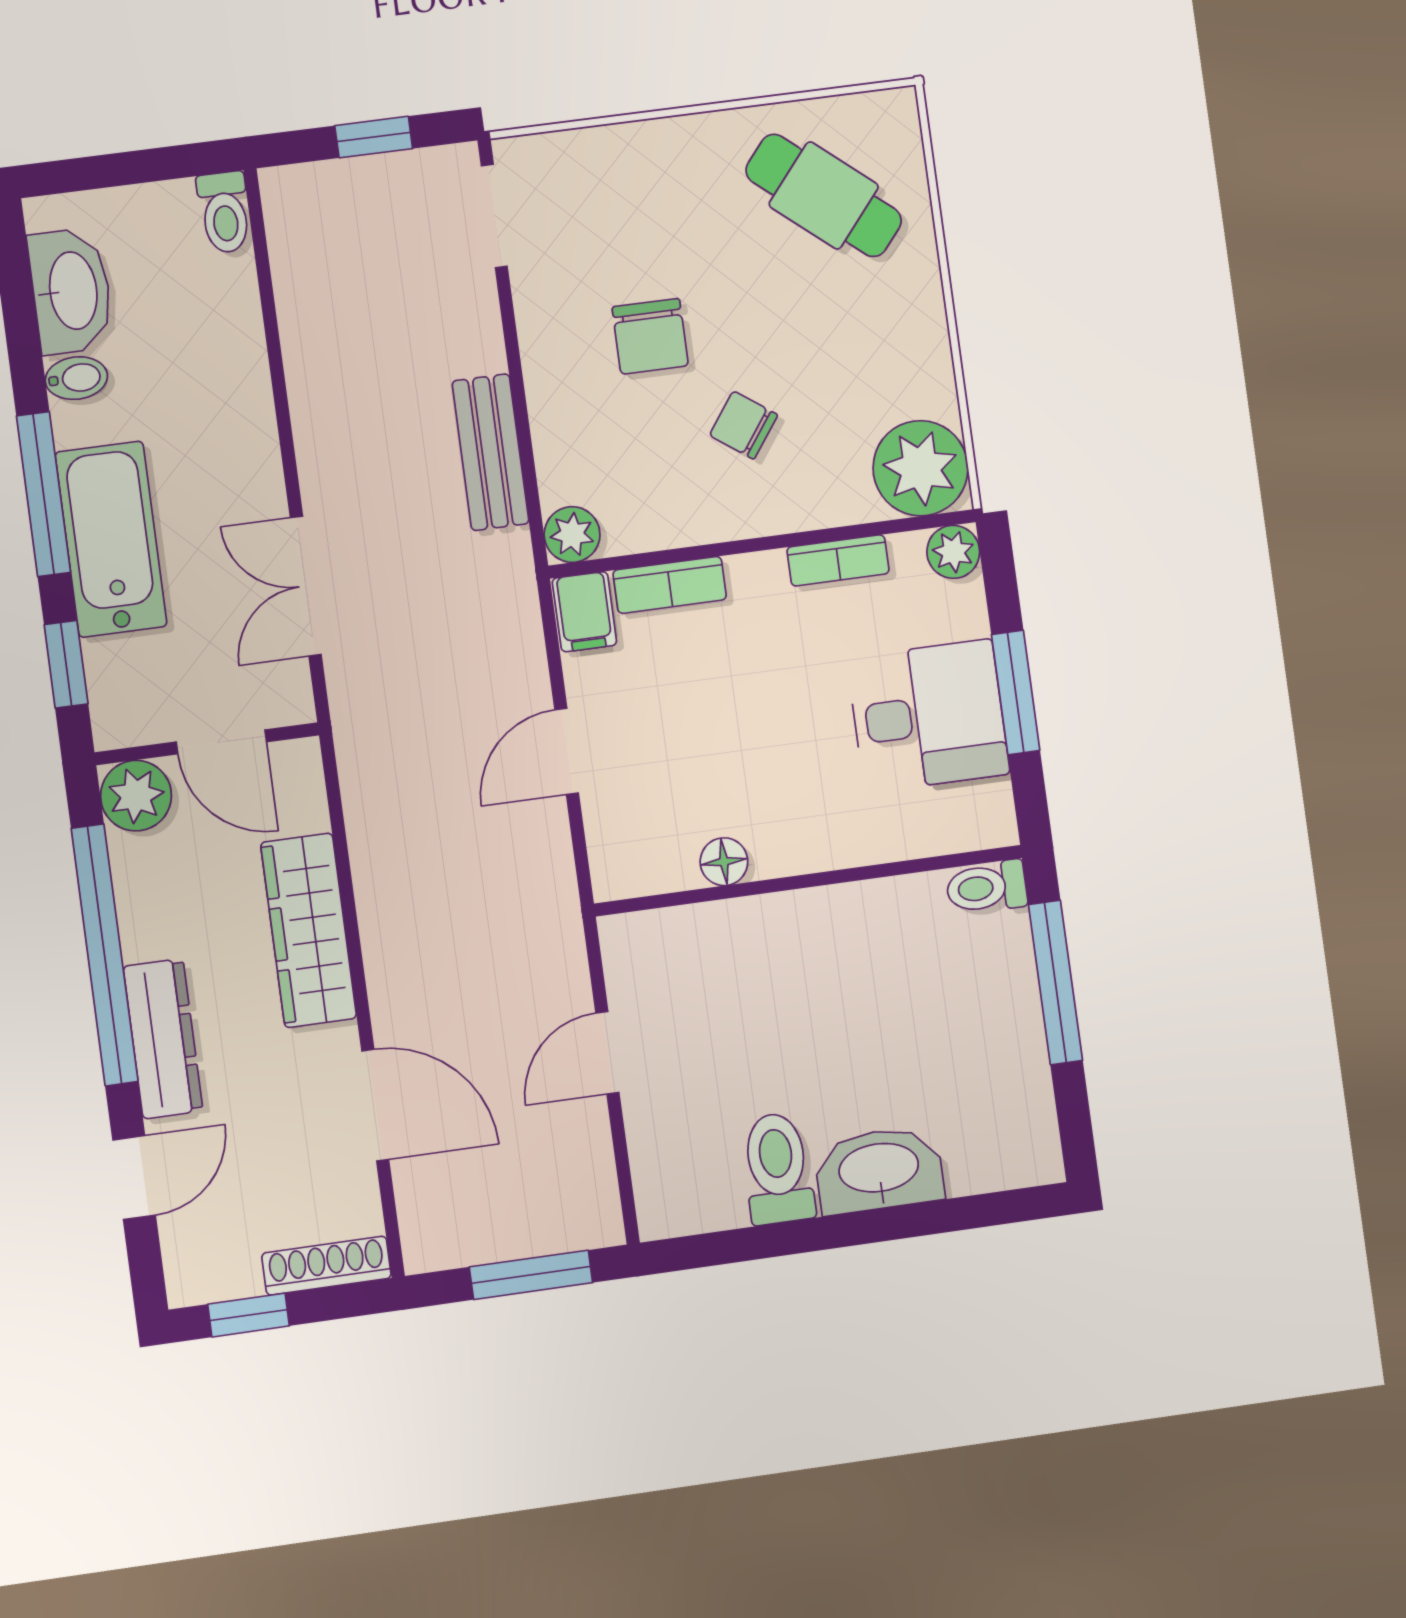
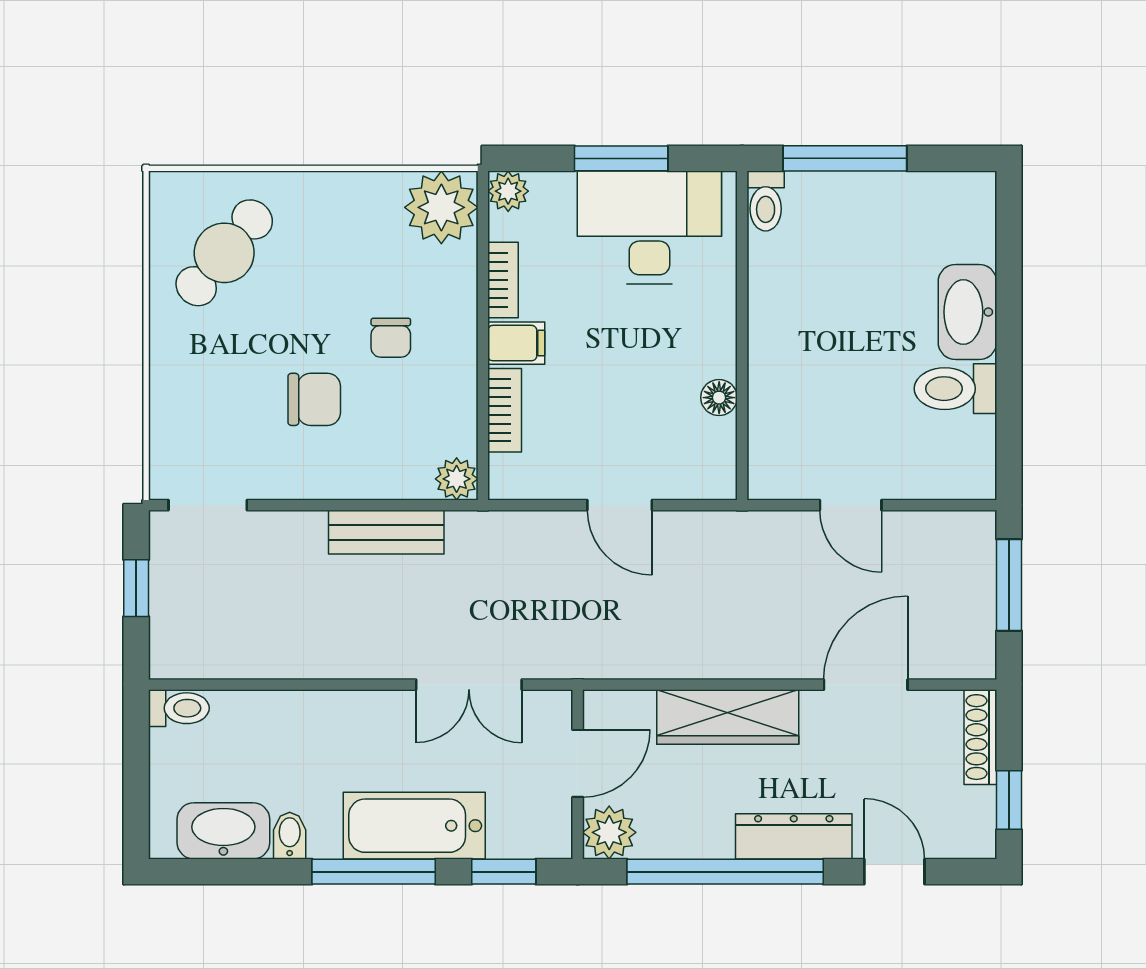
chair: (744, 425) -> (391, 338), turned -36
filing cabinet: (584, 612) -> (516, 343), moved
desk: (928, 716) -> (649, 227), width x1.37

